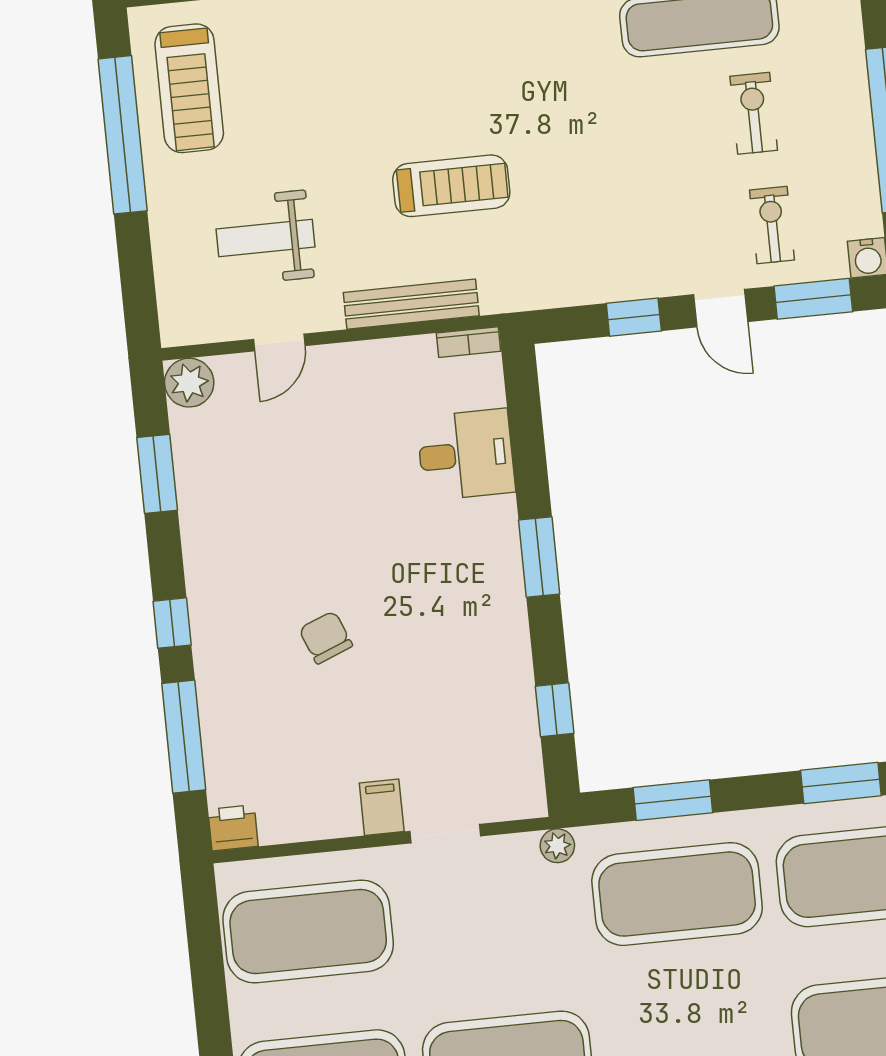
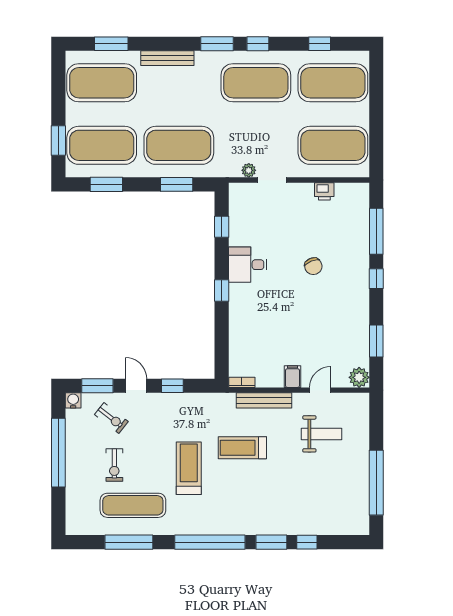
treadmill: (189, 88) -> (189, 468), moved
exercise bike: (772, 225) -> (111, 418), turned -52
desk: (466, 455) -> (248, 265), moved
window: (539, 557) -> (222, 291), width x0.67
filing cabinet: (382, 807) -> (292, 377), moved, turned 180
printer: (233, 828) -> (324, 191), moved
plant: (557, 846) -> (249, 170), moved

